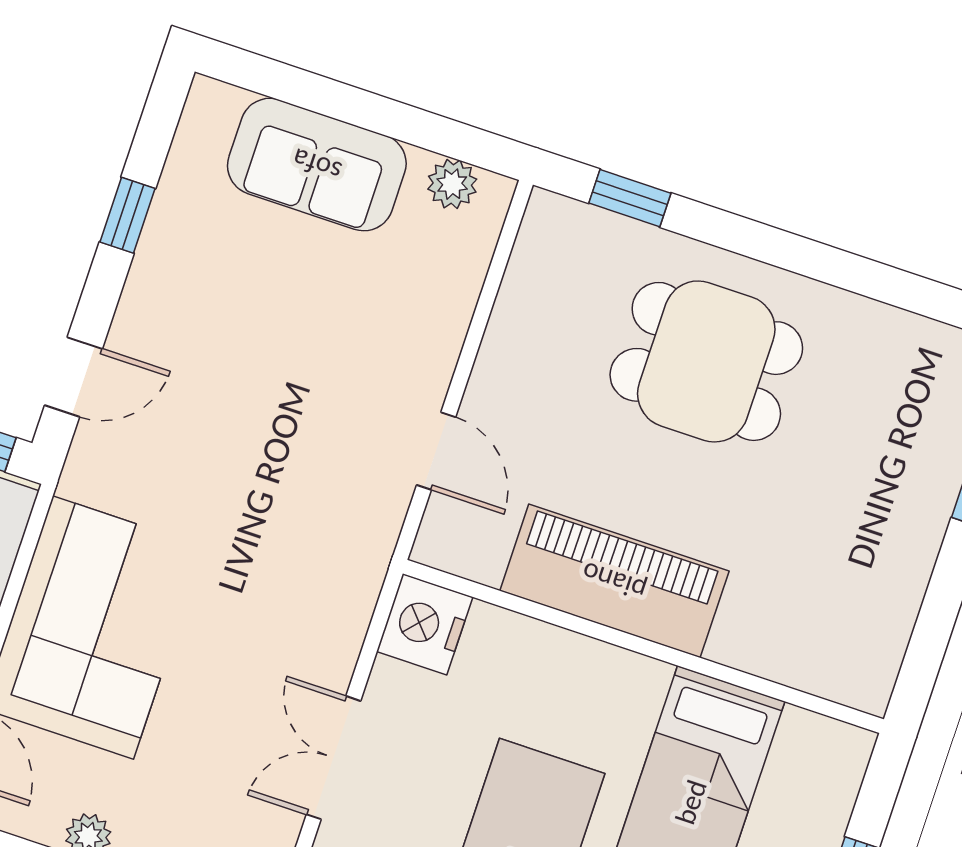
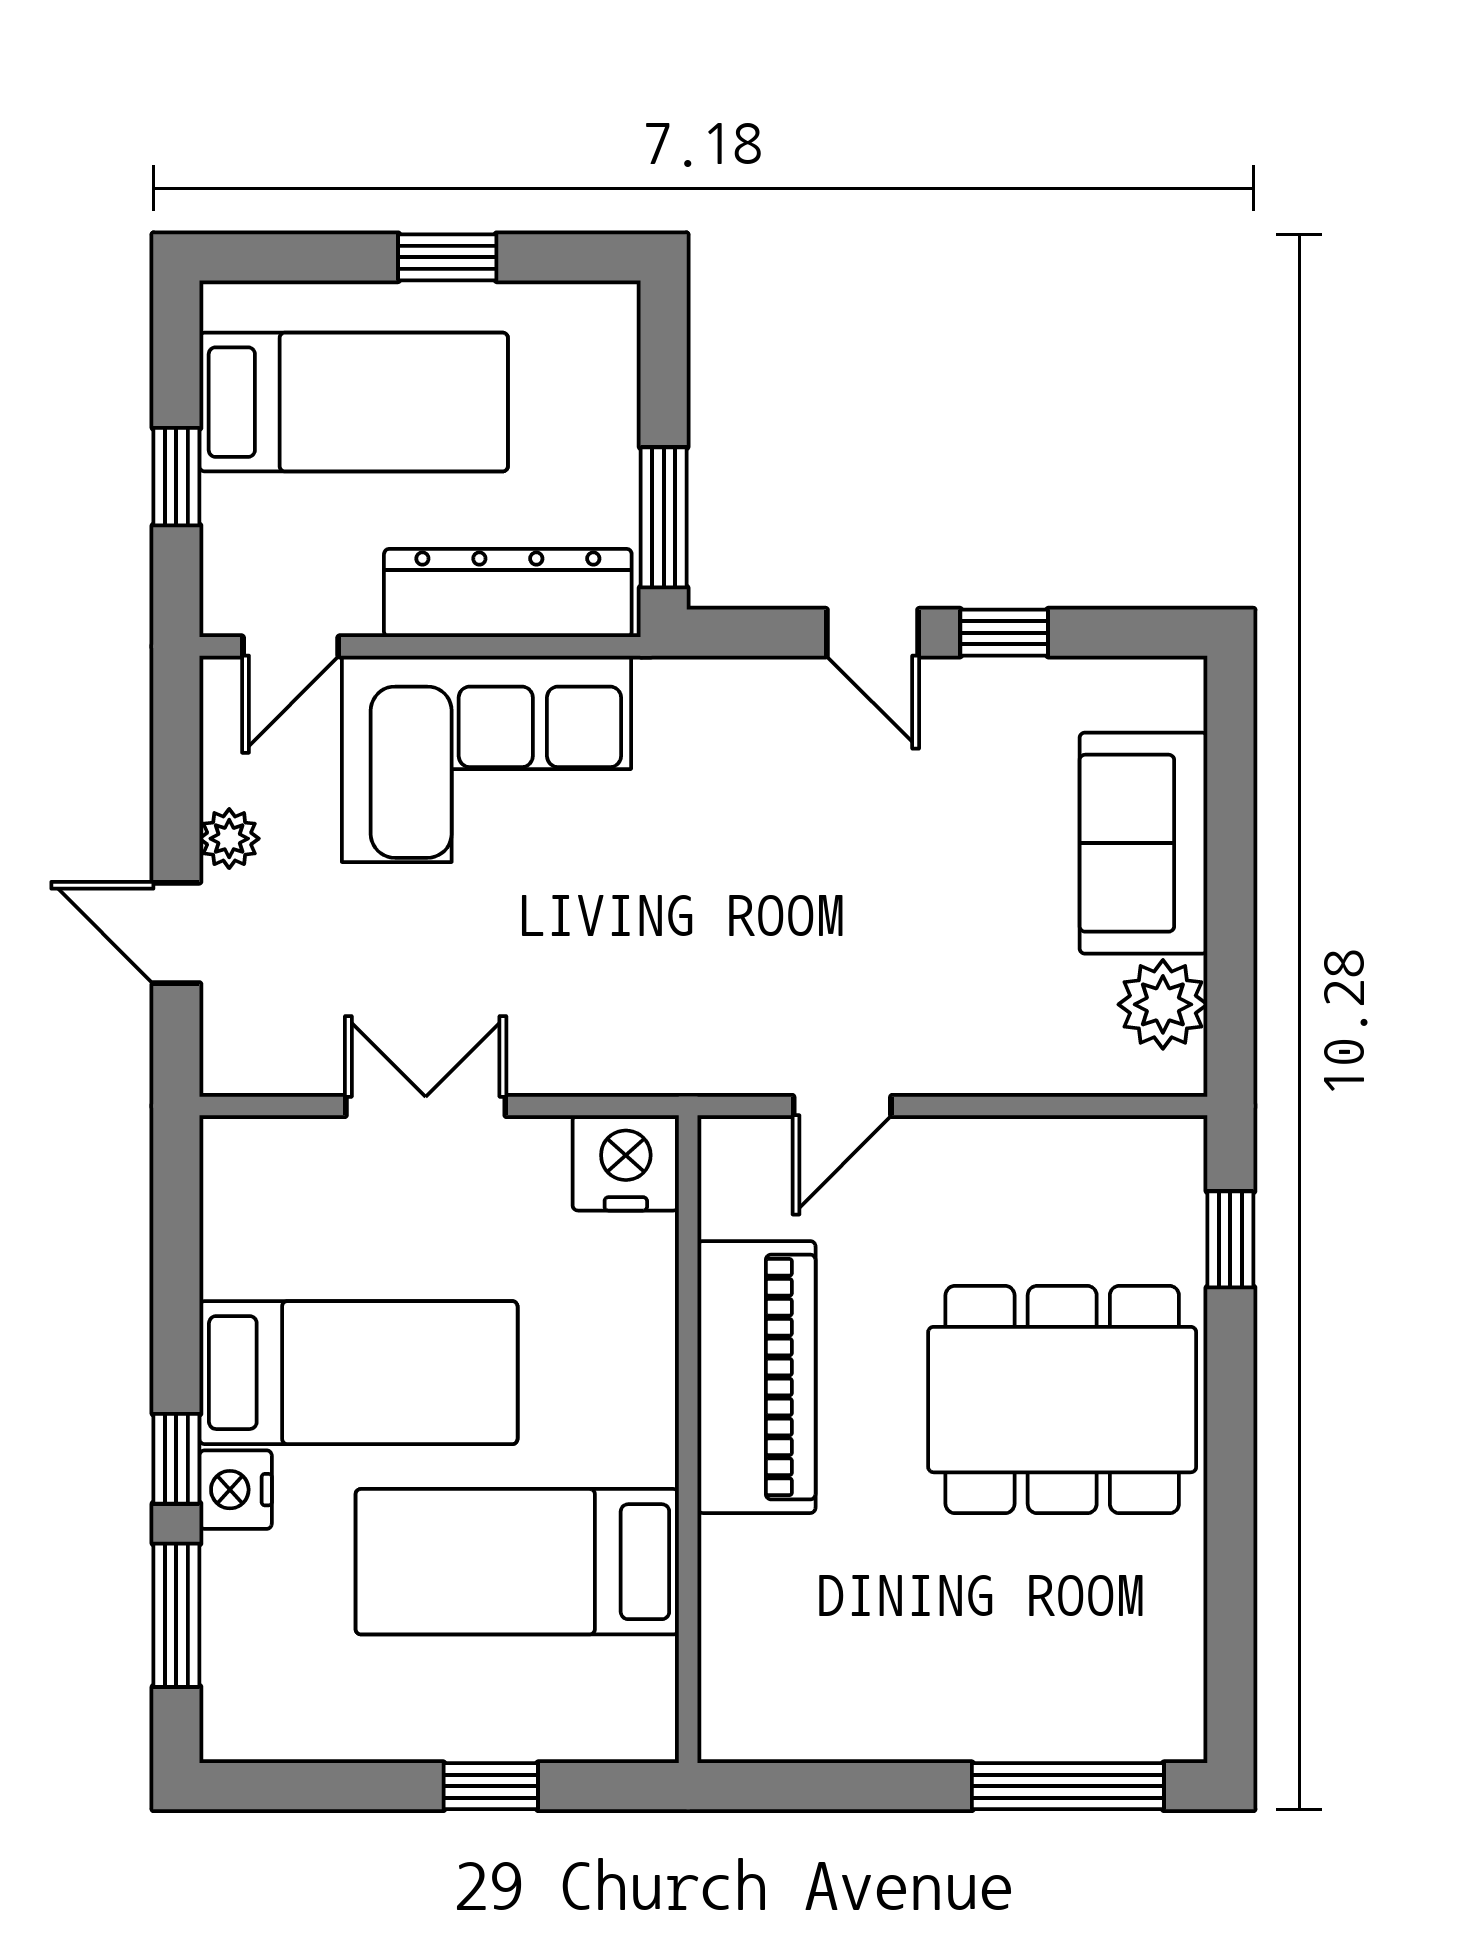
plant: (452, 184) -> (1163, 1004), width x1.38, depth x1.38
dining table: (706, 361) -> (1062, 1400), width x1.38
door: (73, 377) -> (873, 633), moved

